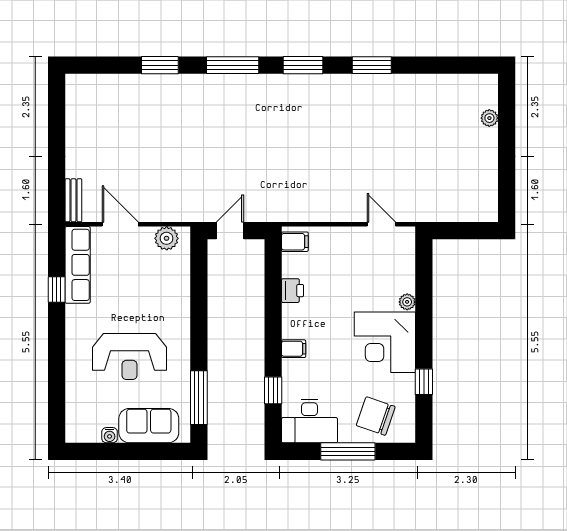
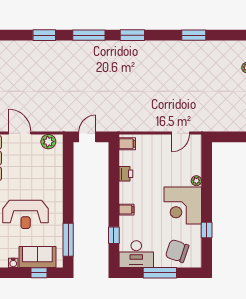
window: (372, 65) -> (194, 35), moved
door: (381, 224) -> (181, 133), swing flipped
window: (151, 451) -> (39, 273), added

